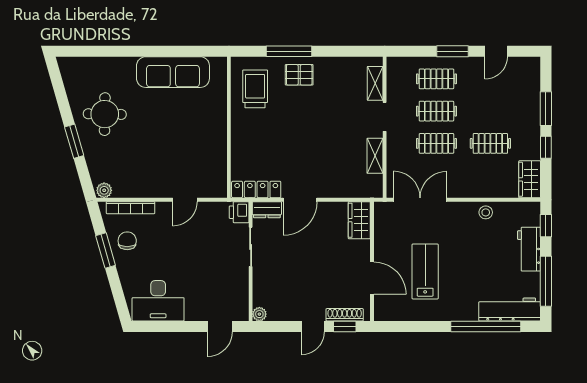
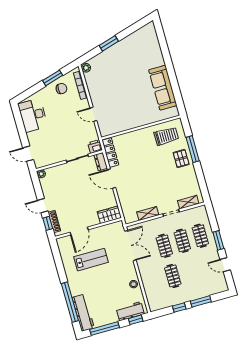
round table: (105, 114) -> (129, 56), removed
wardrobe: (530, 179) -> (159, 303), removed
workbench: (529, 249) -> (130, 311), moved

